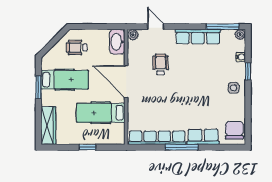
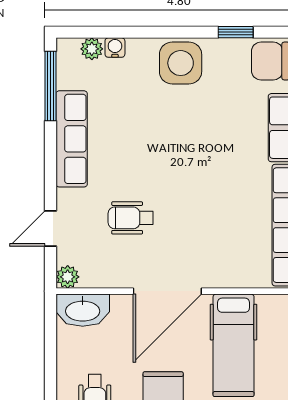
plant: (240, 34) -> (92, 49), moved
window: (248, 71) -> (236, 32), moved
side table: (233, 88) -> (181, 63), width x1.87, depth x1.87

